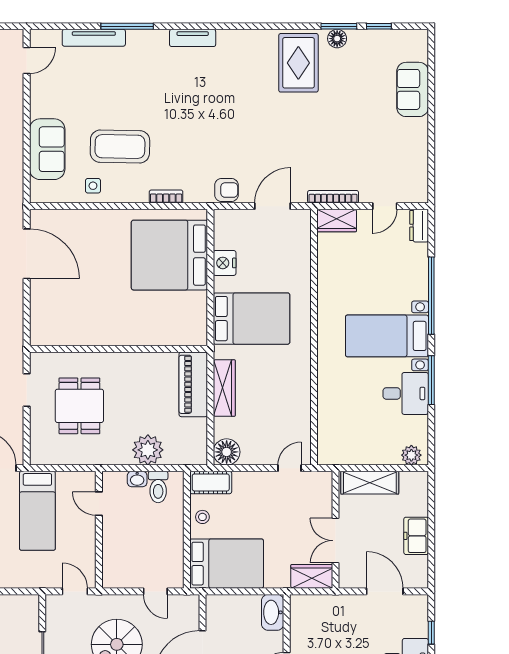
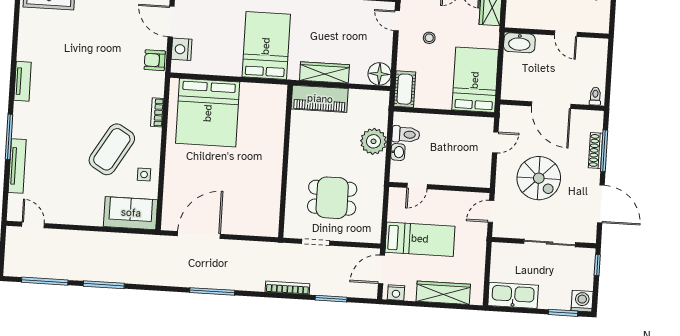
coffee table: (120, 147) -> (112, 149), turned 30
sofa: (47, 149) -> (131, 213), moved
armchair: (226, 190) -> (155, 60), turned -90
nightstand: (225, 263) -> (182, 49), moved, turned 90
stool: (202, 517) -> (429, 38), moved

